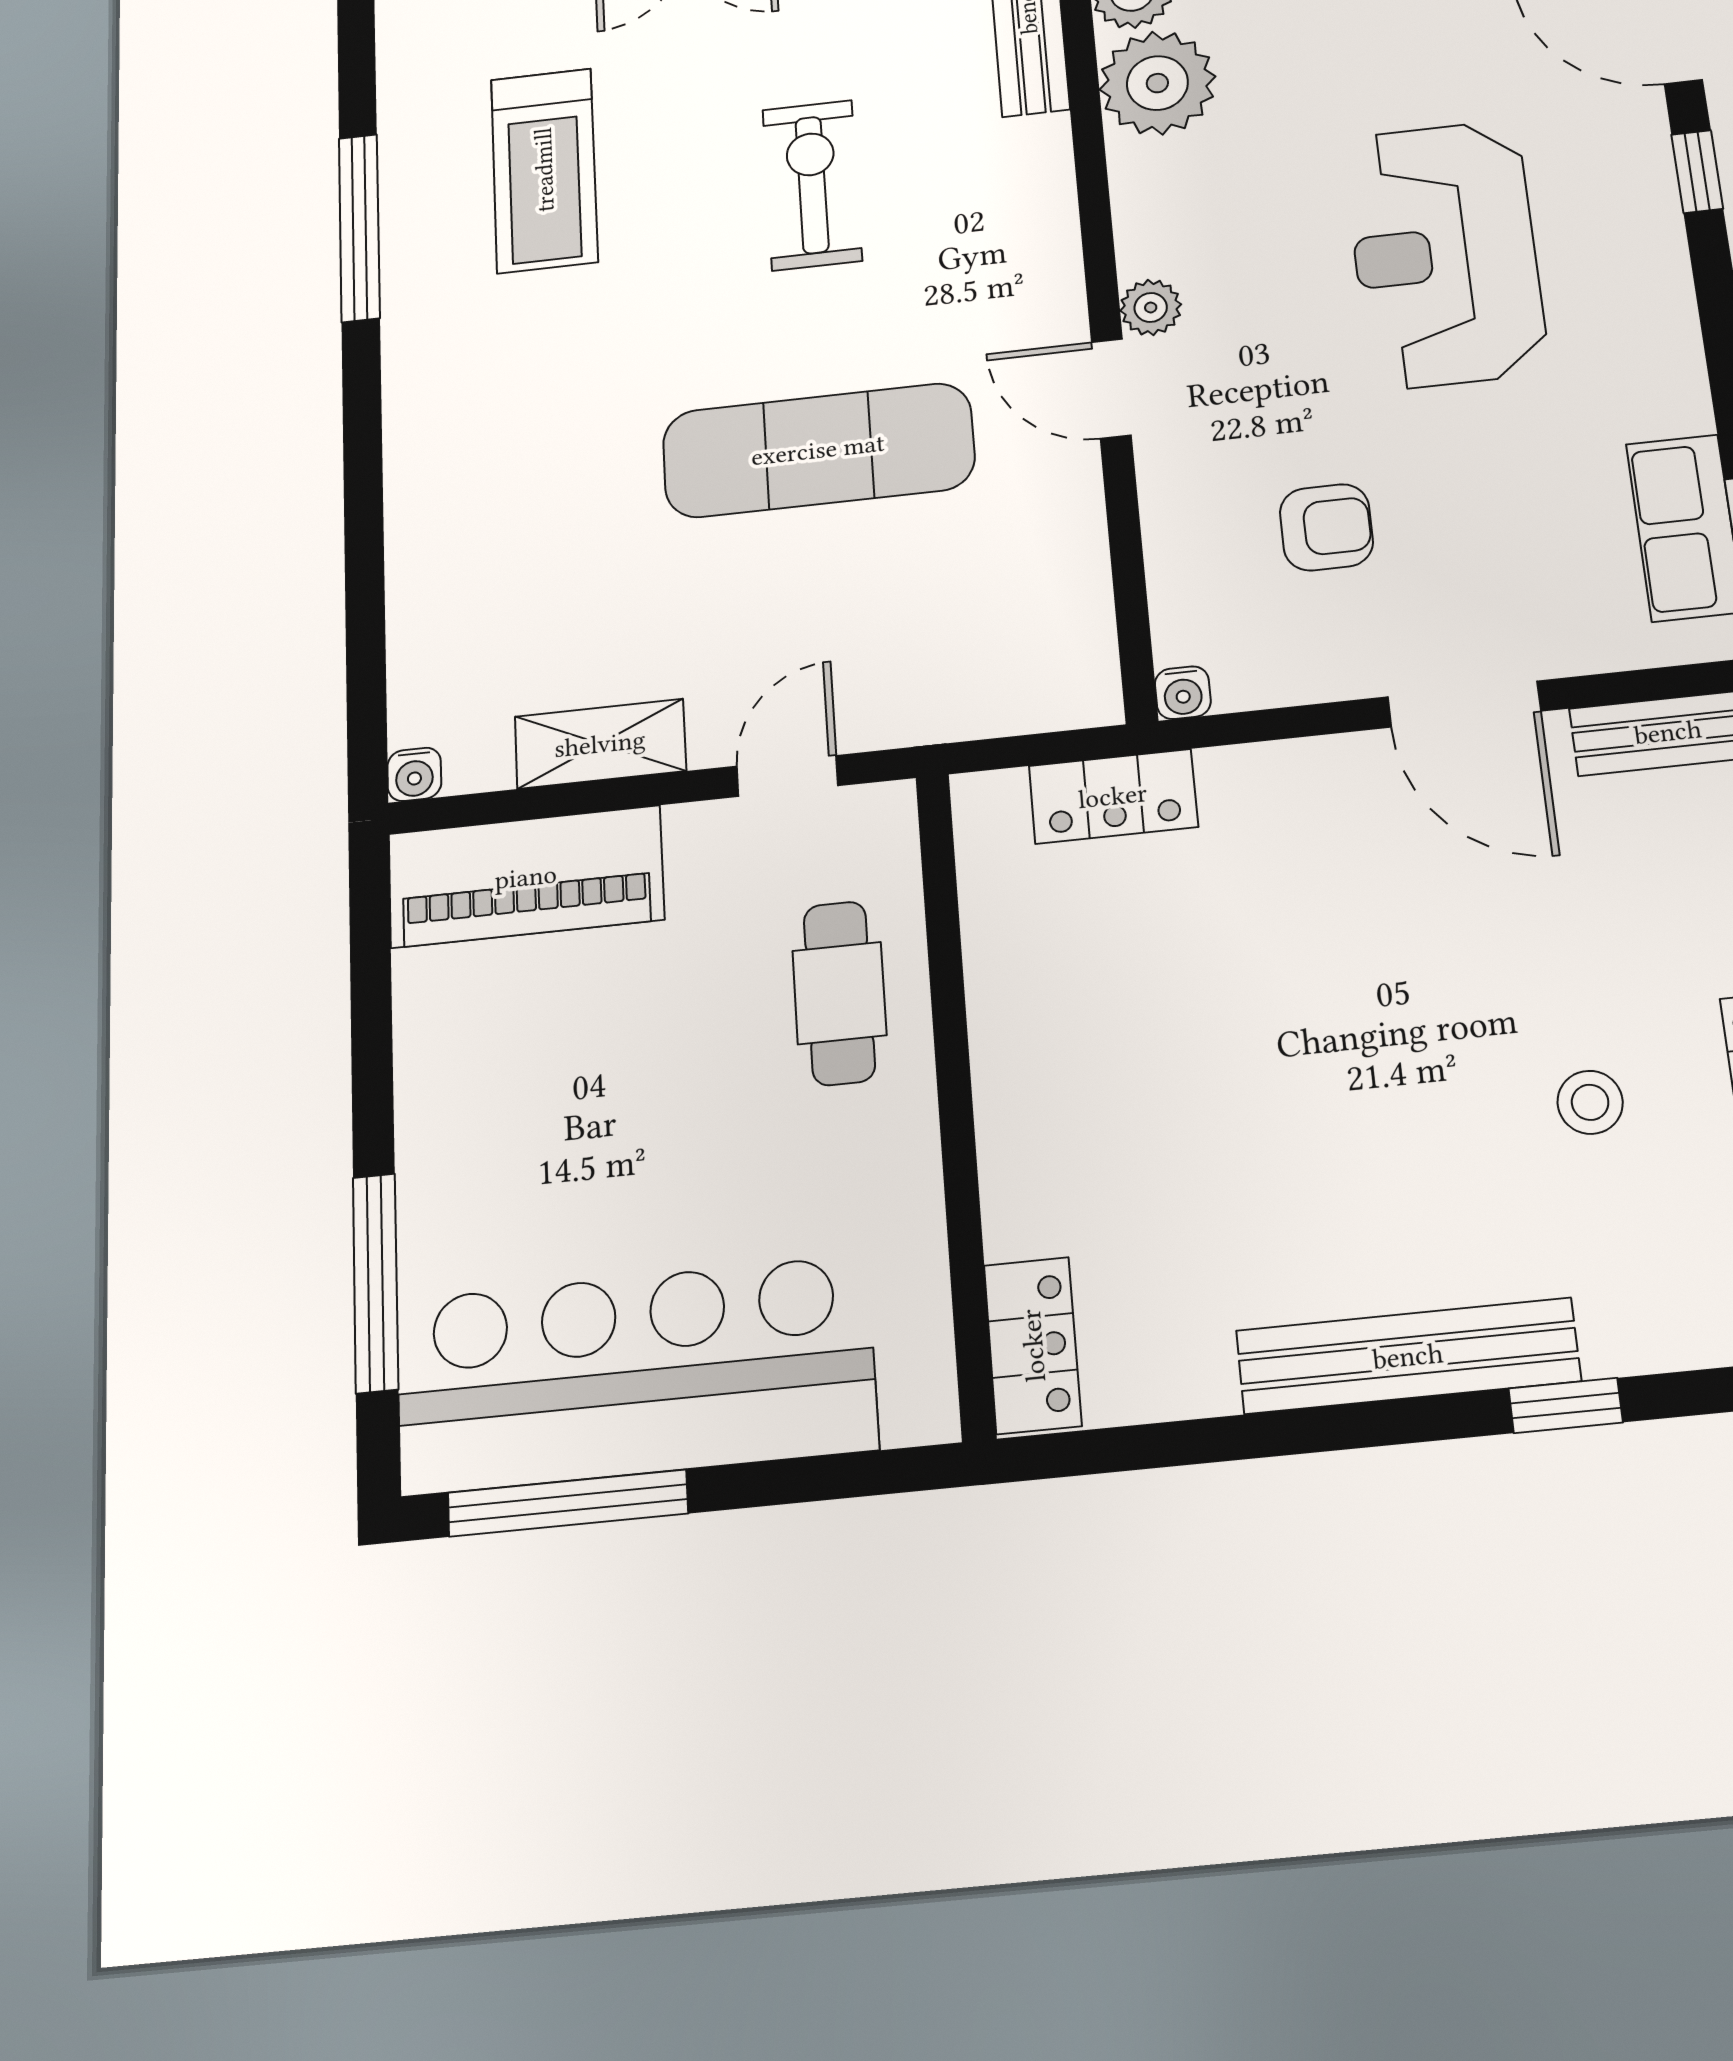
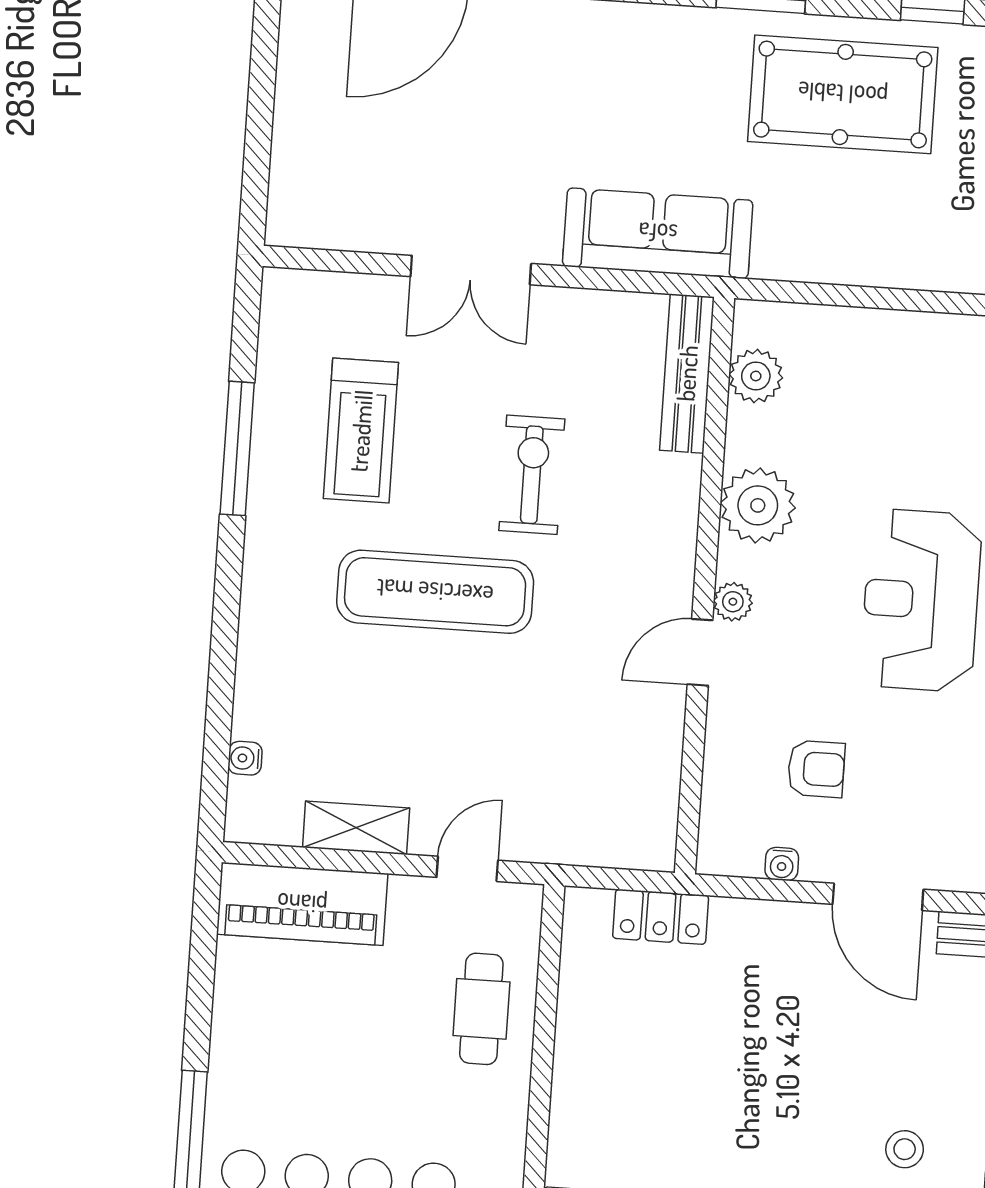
plant: (1157, 83) -> (758, 505), moved
door: (1111, 389) -> (700, 652), hinge flipped
exercise mat: (818, 450) -> (435, 592), moved
water cooler: (1183, 693) -> (782, 864), moved
water cooler: (414, 774) -> (245, 758), moved, turned 90

